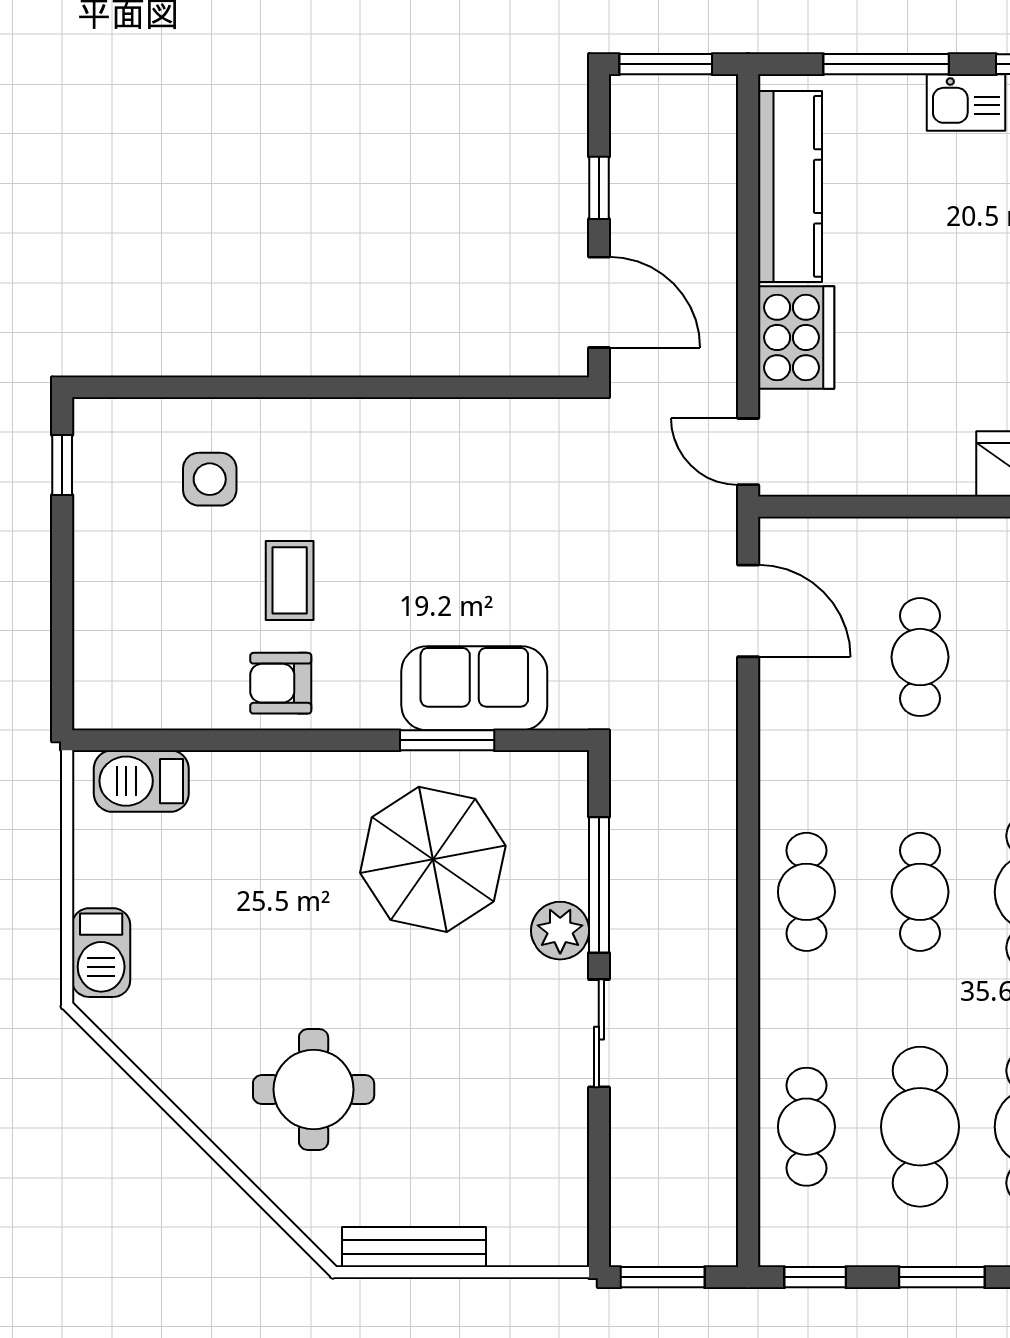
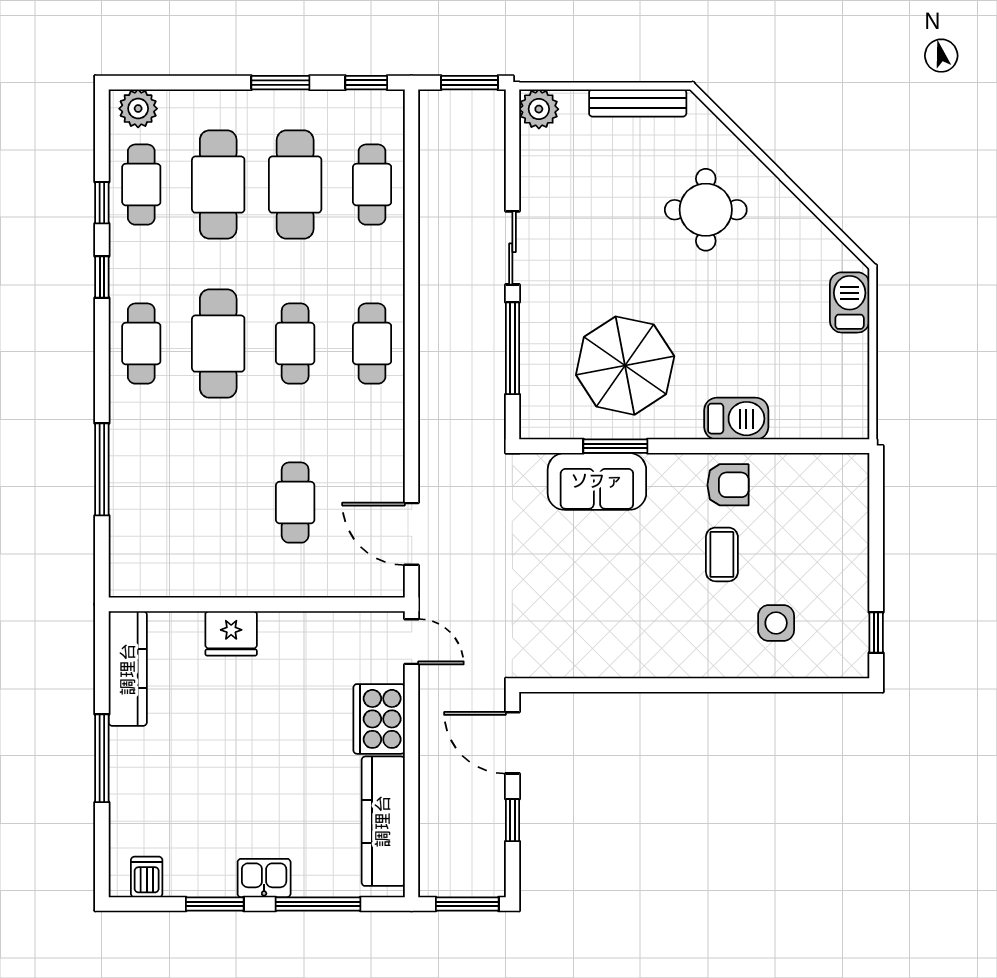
barbecue: (141, 781) -> (736, 419), moved
plant: (560, 931) -> (539, 109), moved

